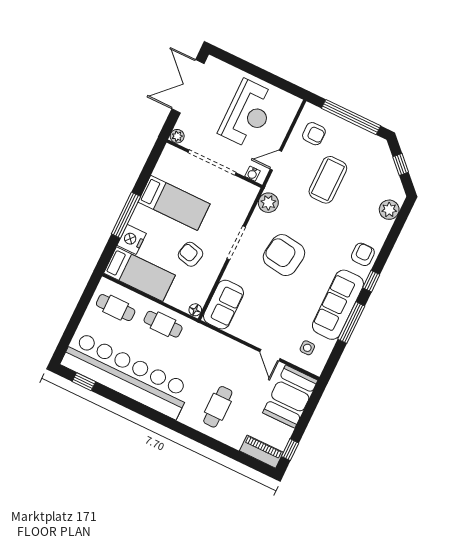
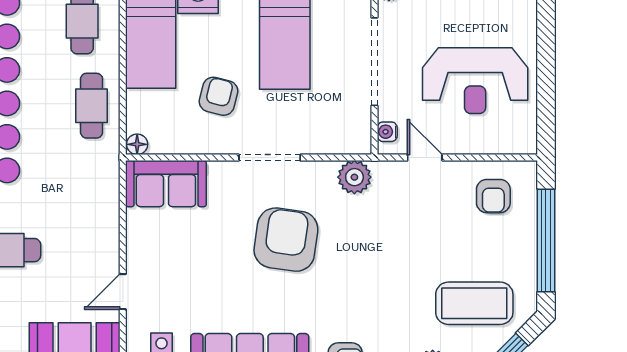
coffee table: (328, 180) -> (474, 303), moved

